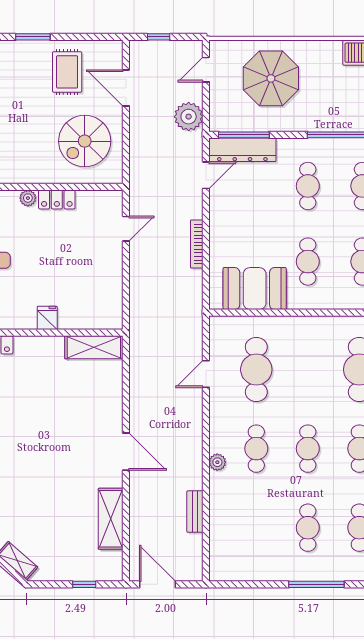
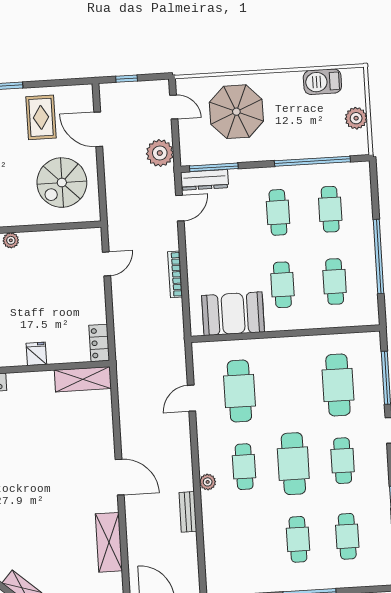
door: (206, 70) -> (174, 107), swing flipped
dresser: (242, 150) -> (205, 180), width x0.73, depth x0.80
locker: (57, 199) -> (99, 343), moved, turned 90
cafe table: (308, 449) -> (293, 464), width x1.37, depth x1.35
bench: (195, 512) -> (188, 512), moved

